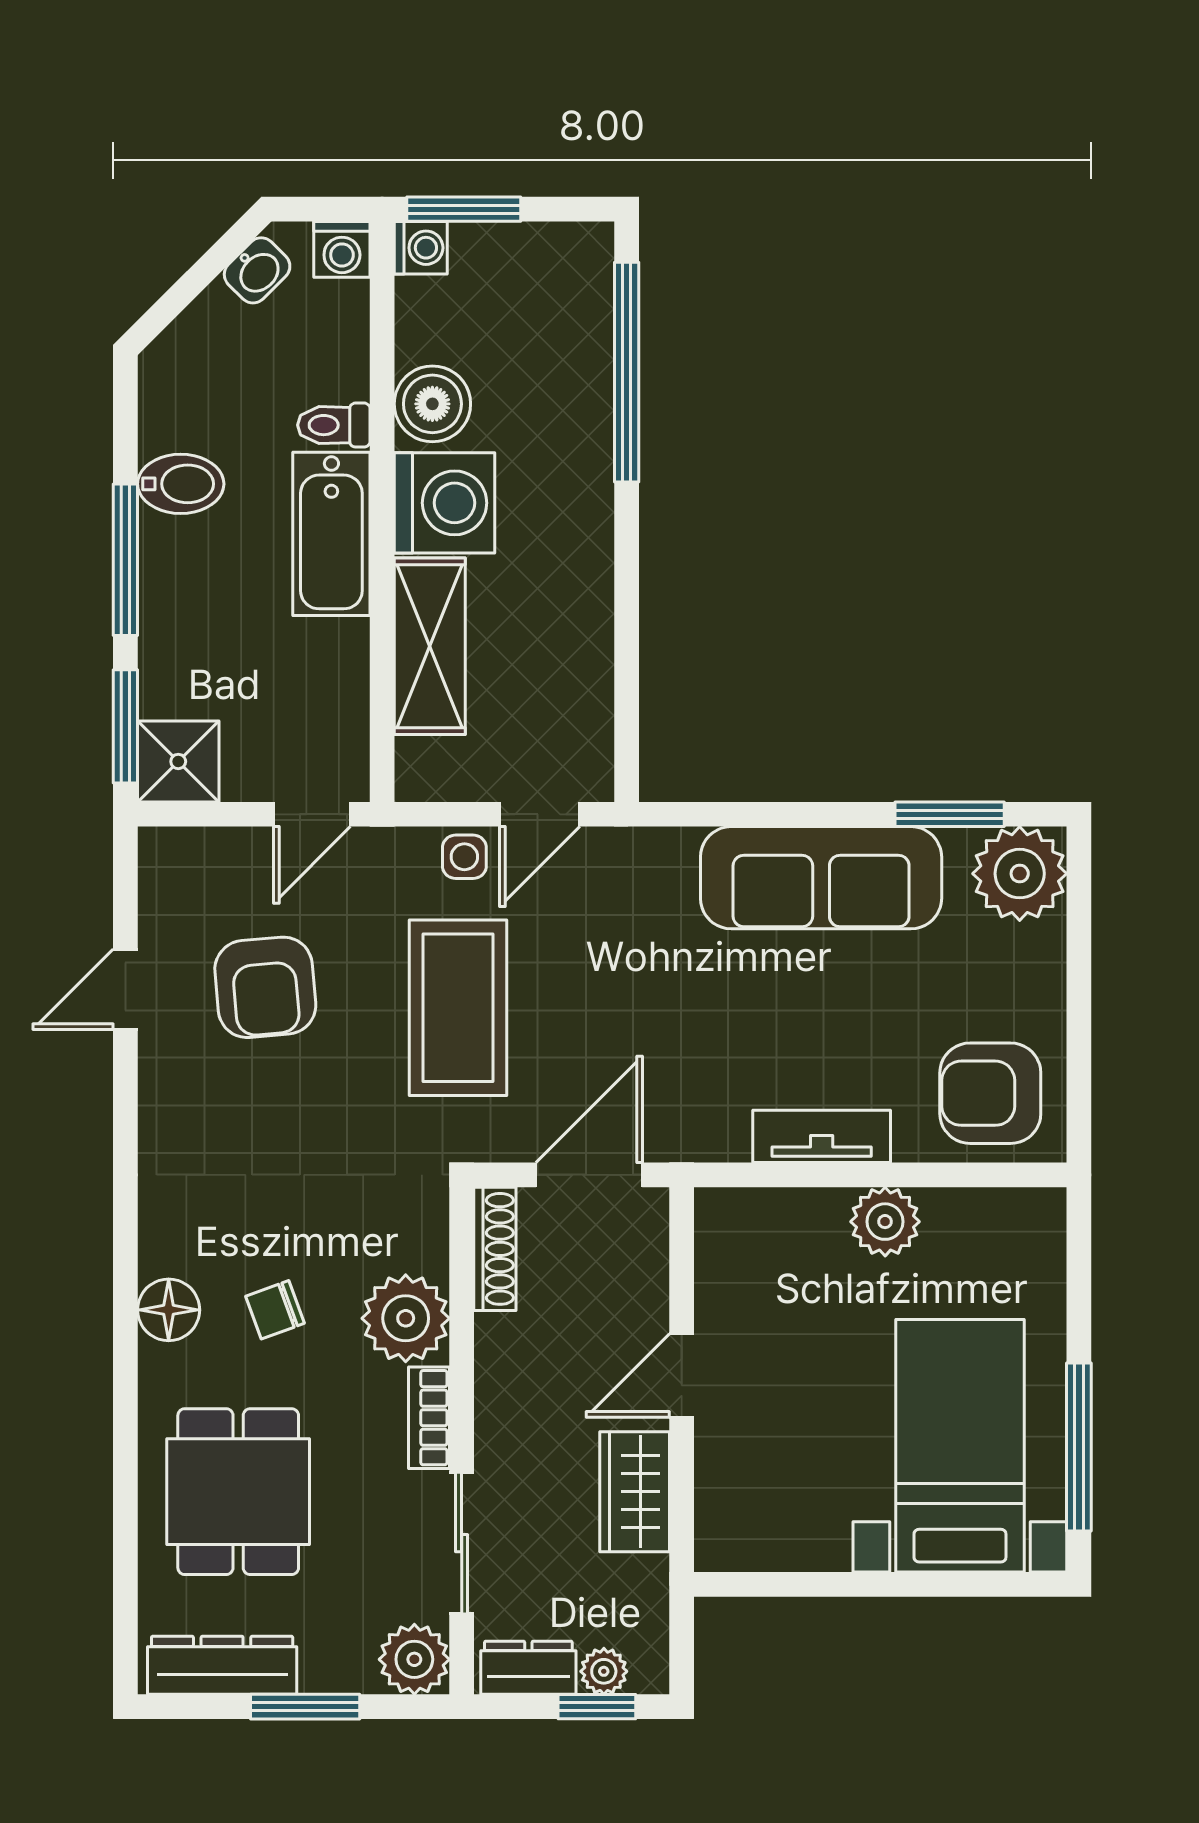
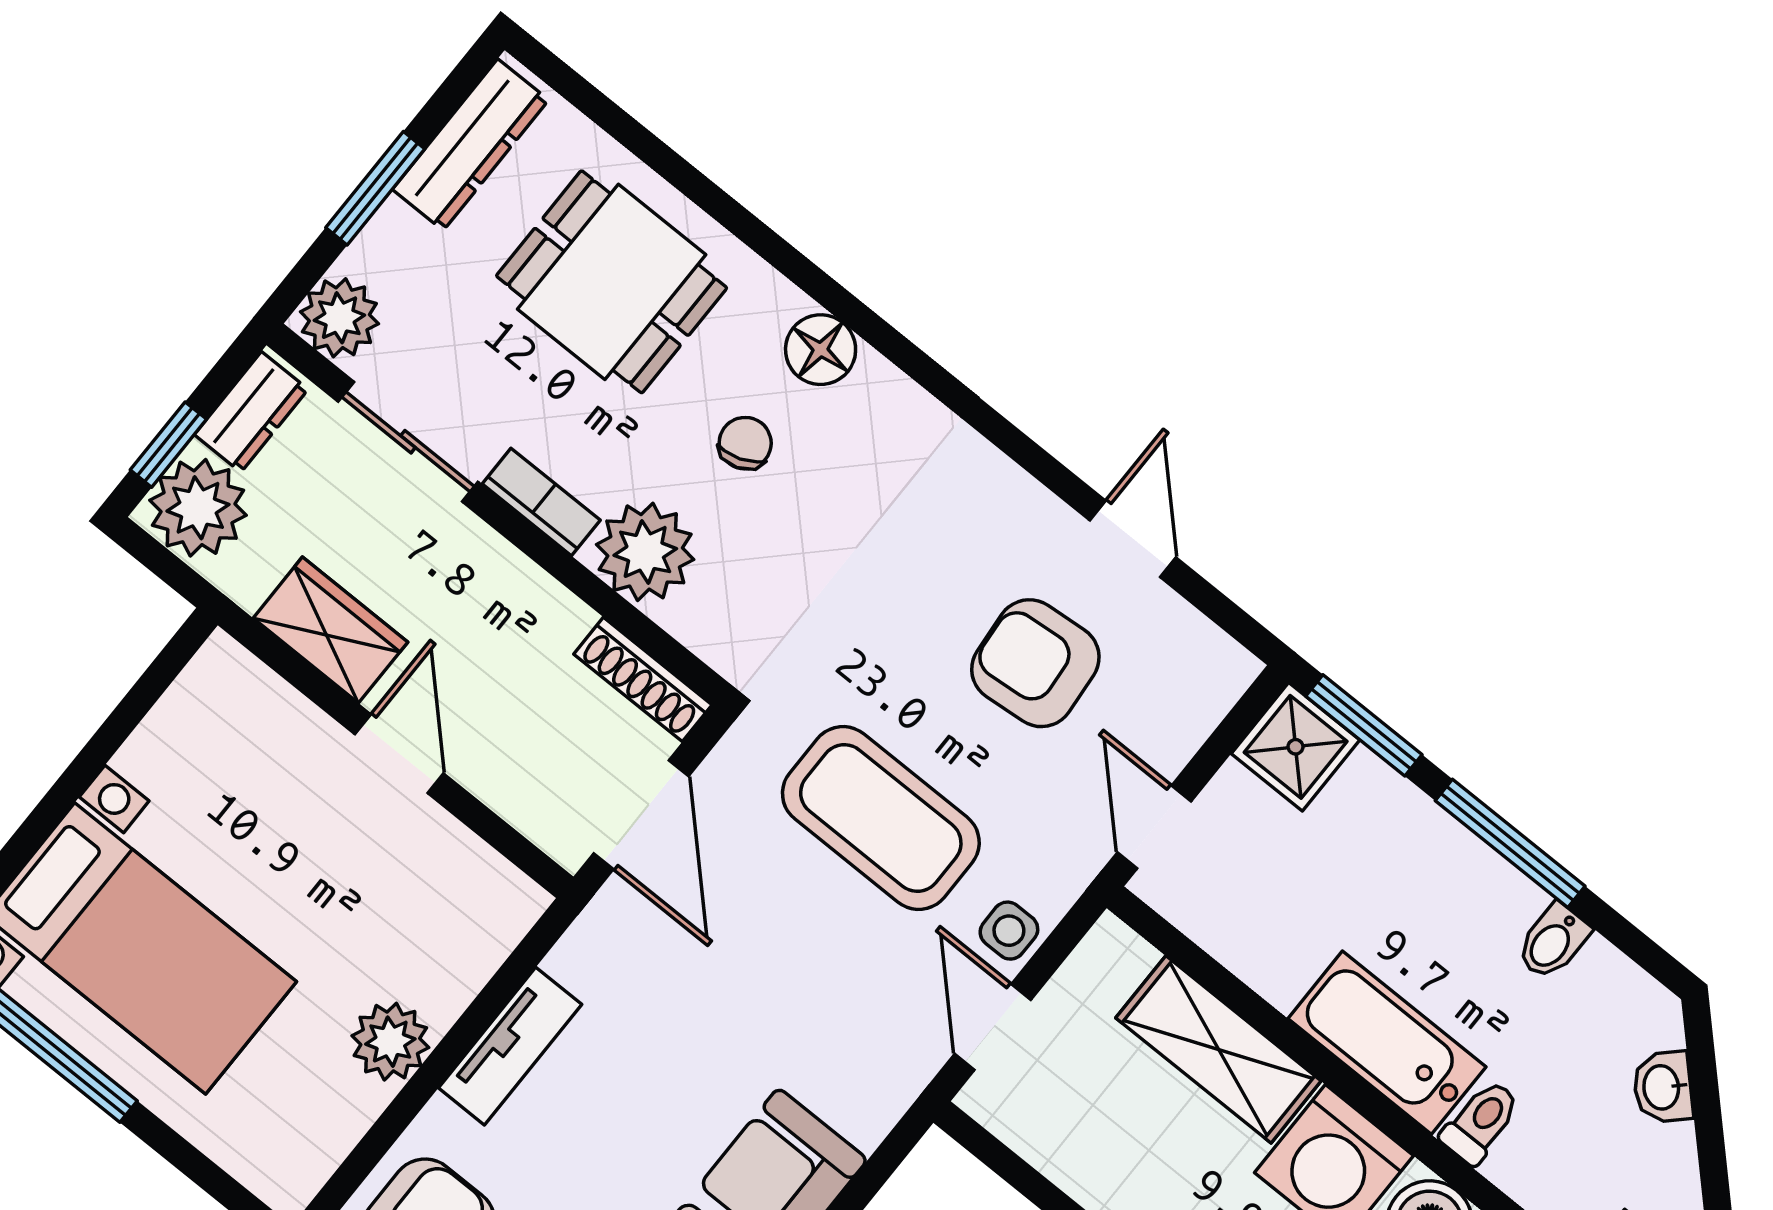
washbasin: (257, 270) -> (1663, 1087), moved
bidet: (181, 484) -> (1553, 942), width x0.72, depth x0.74
plant: (604, 1671) -> (198, 508), width x1.88, depth x1.88

